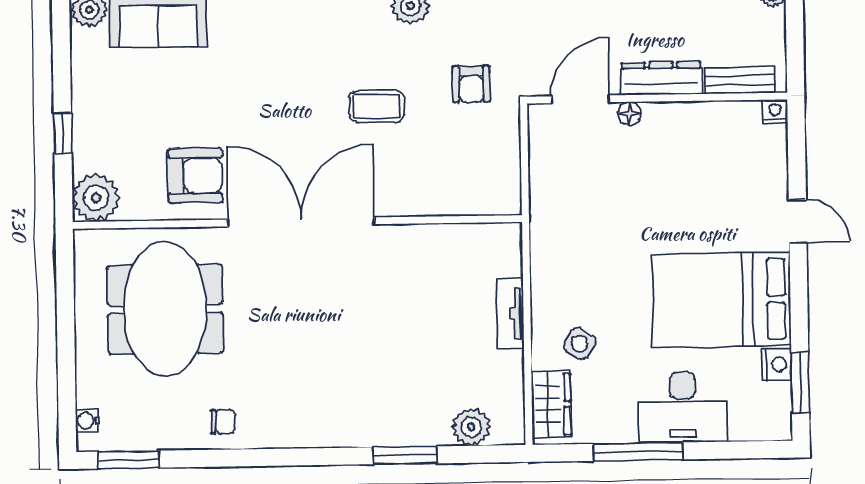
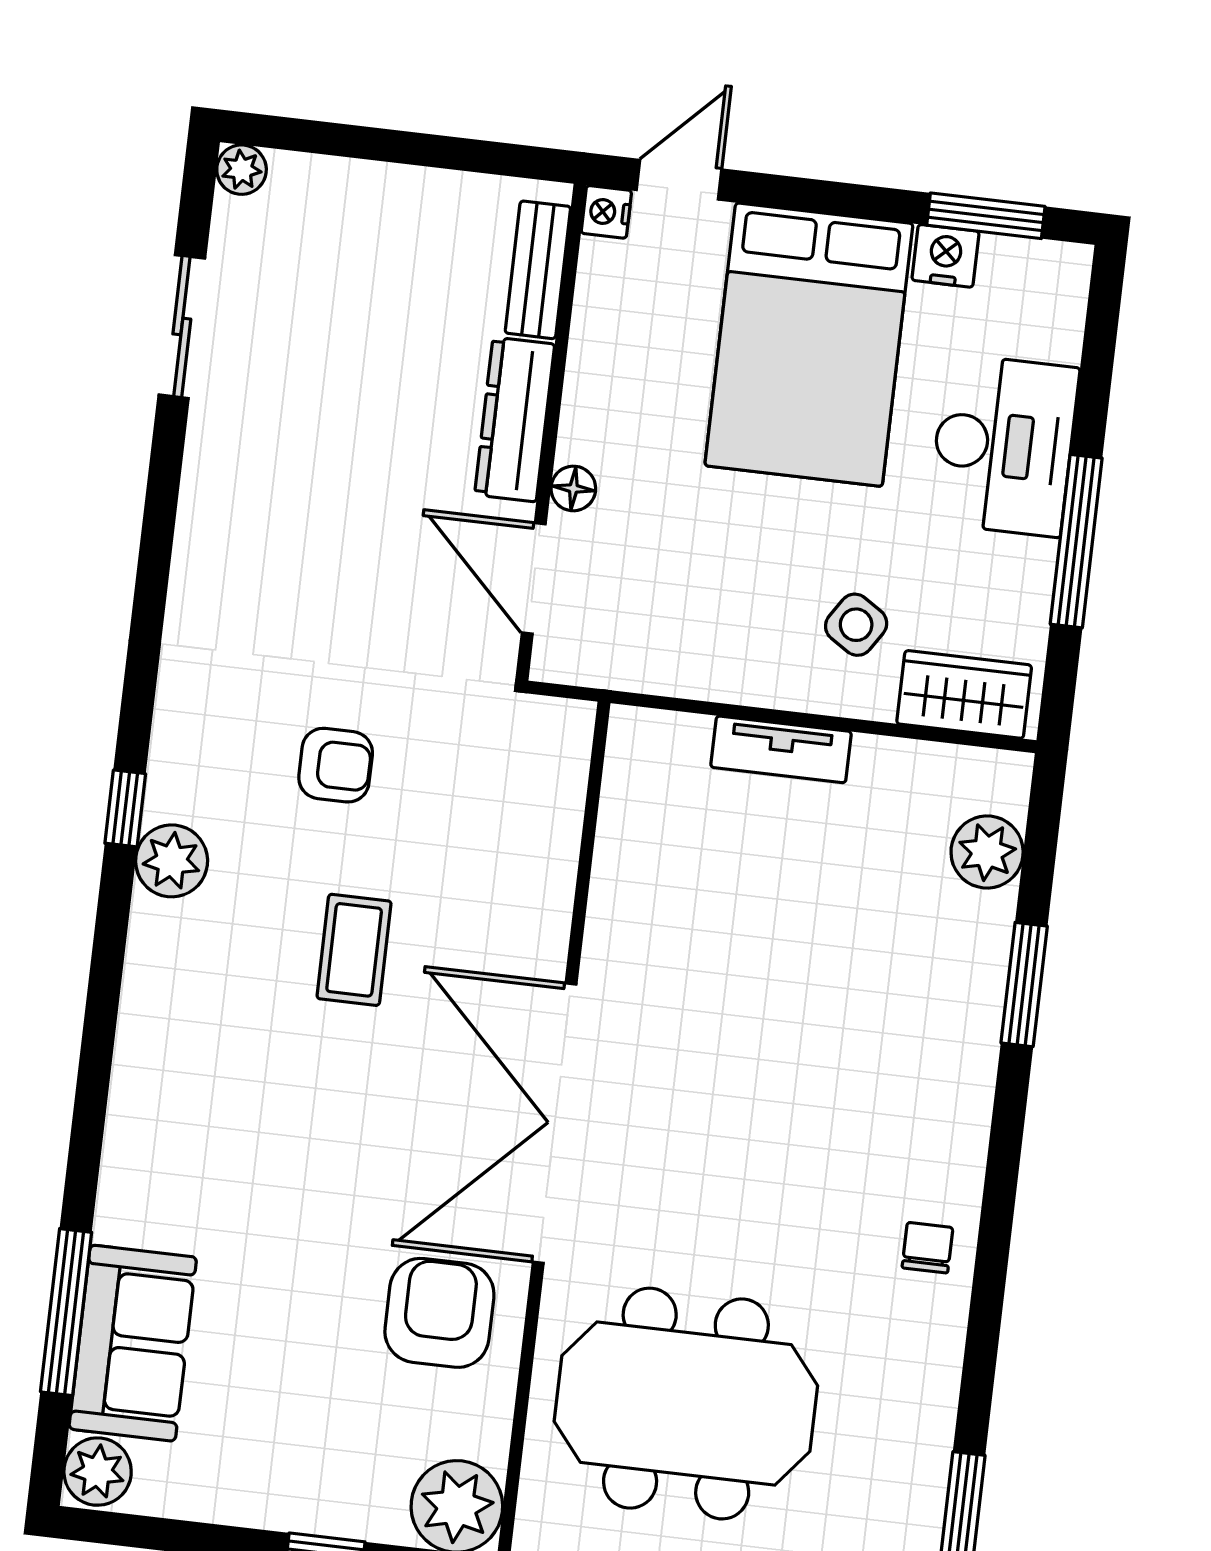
dresser: (661, 78) -> (515, 419), moved
bench: (740, 80) -> (538, 270), moved
wall: (657, 98) -> (551, 432), moved
door: (580, 99) -> (534, 578), moved
nightstand: (775, 111) -> (606, 212), moved
floor lamp: (630, 114) -> (573, 488), moved
chair: (223, 422) -> (927, 1248), moved

